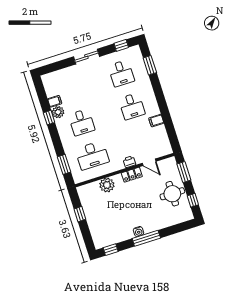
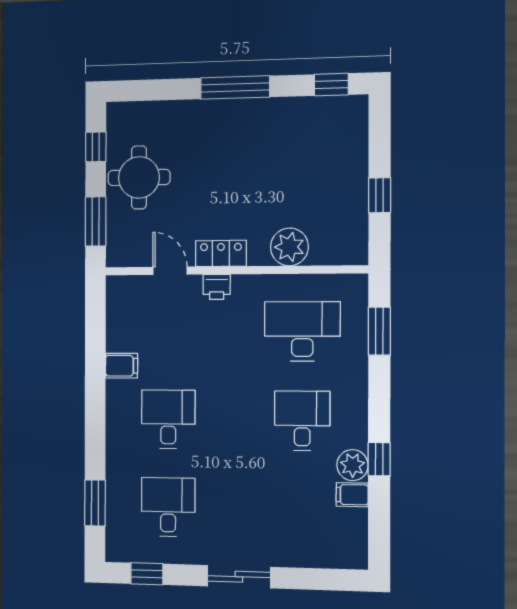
water cooler: (139, 232) -> (249, 109), removed

